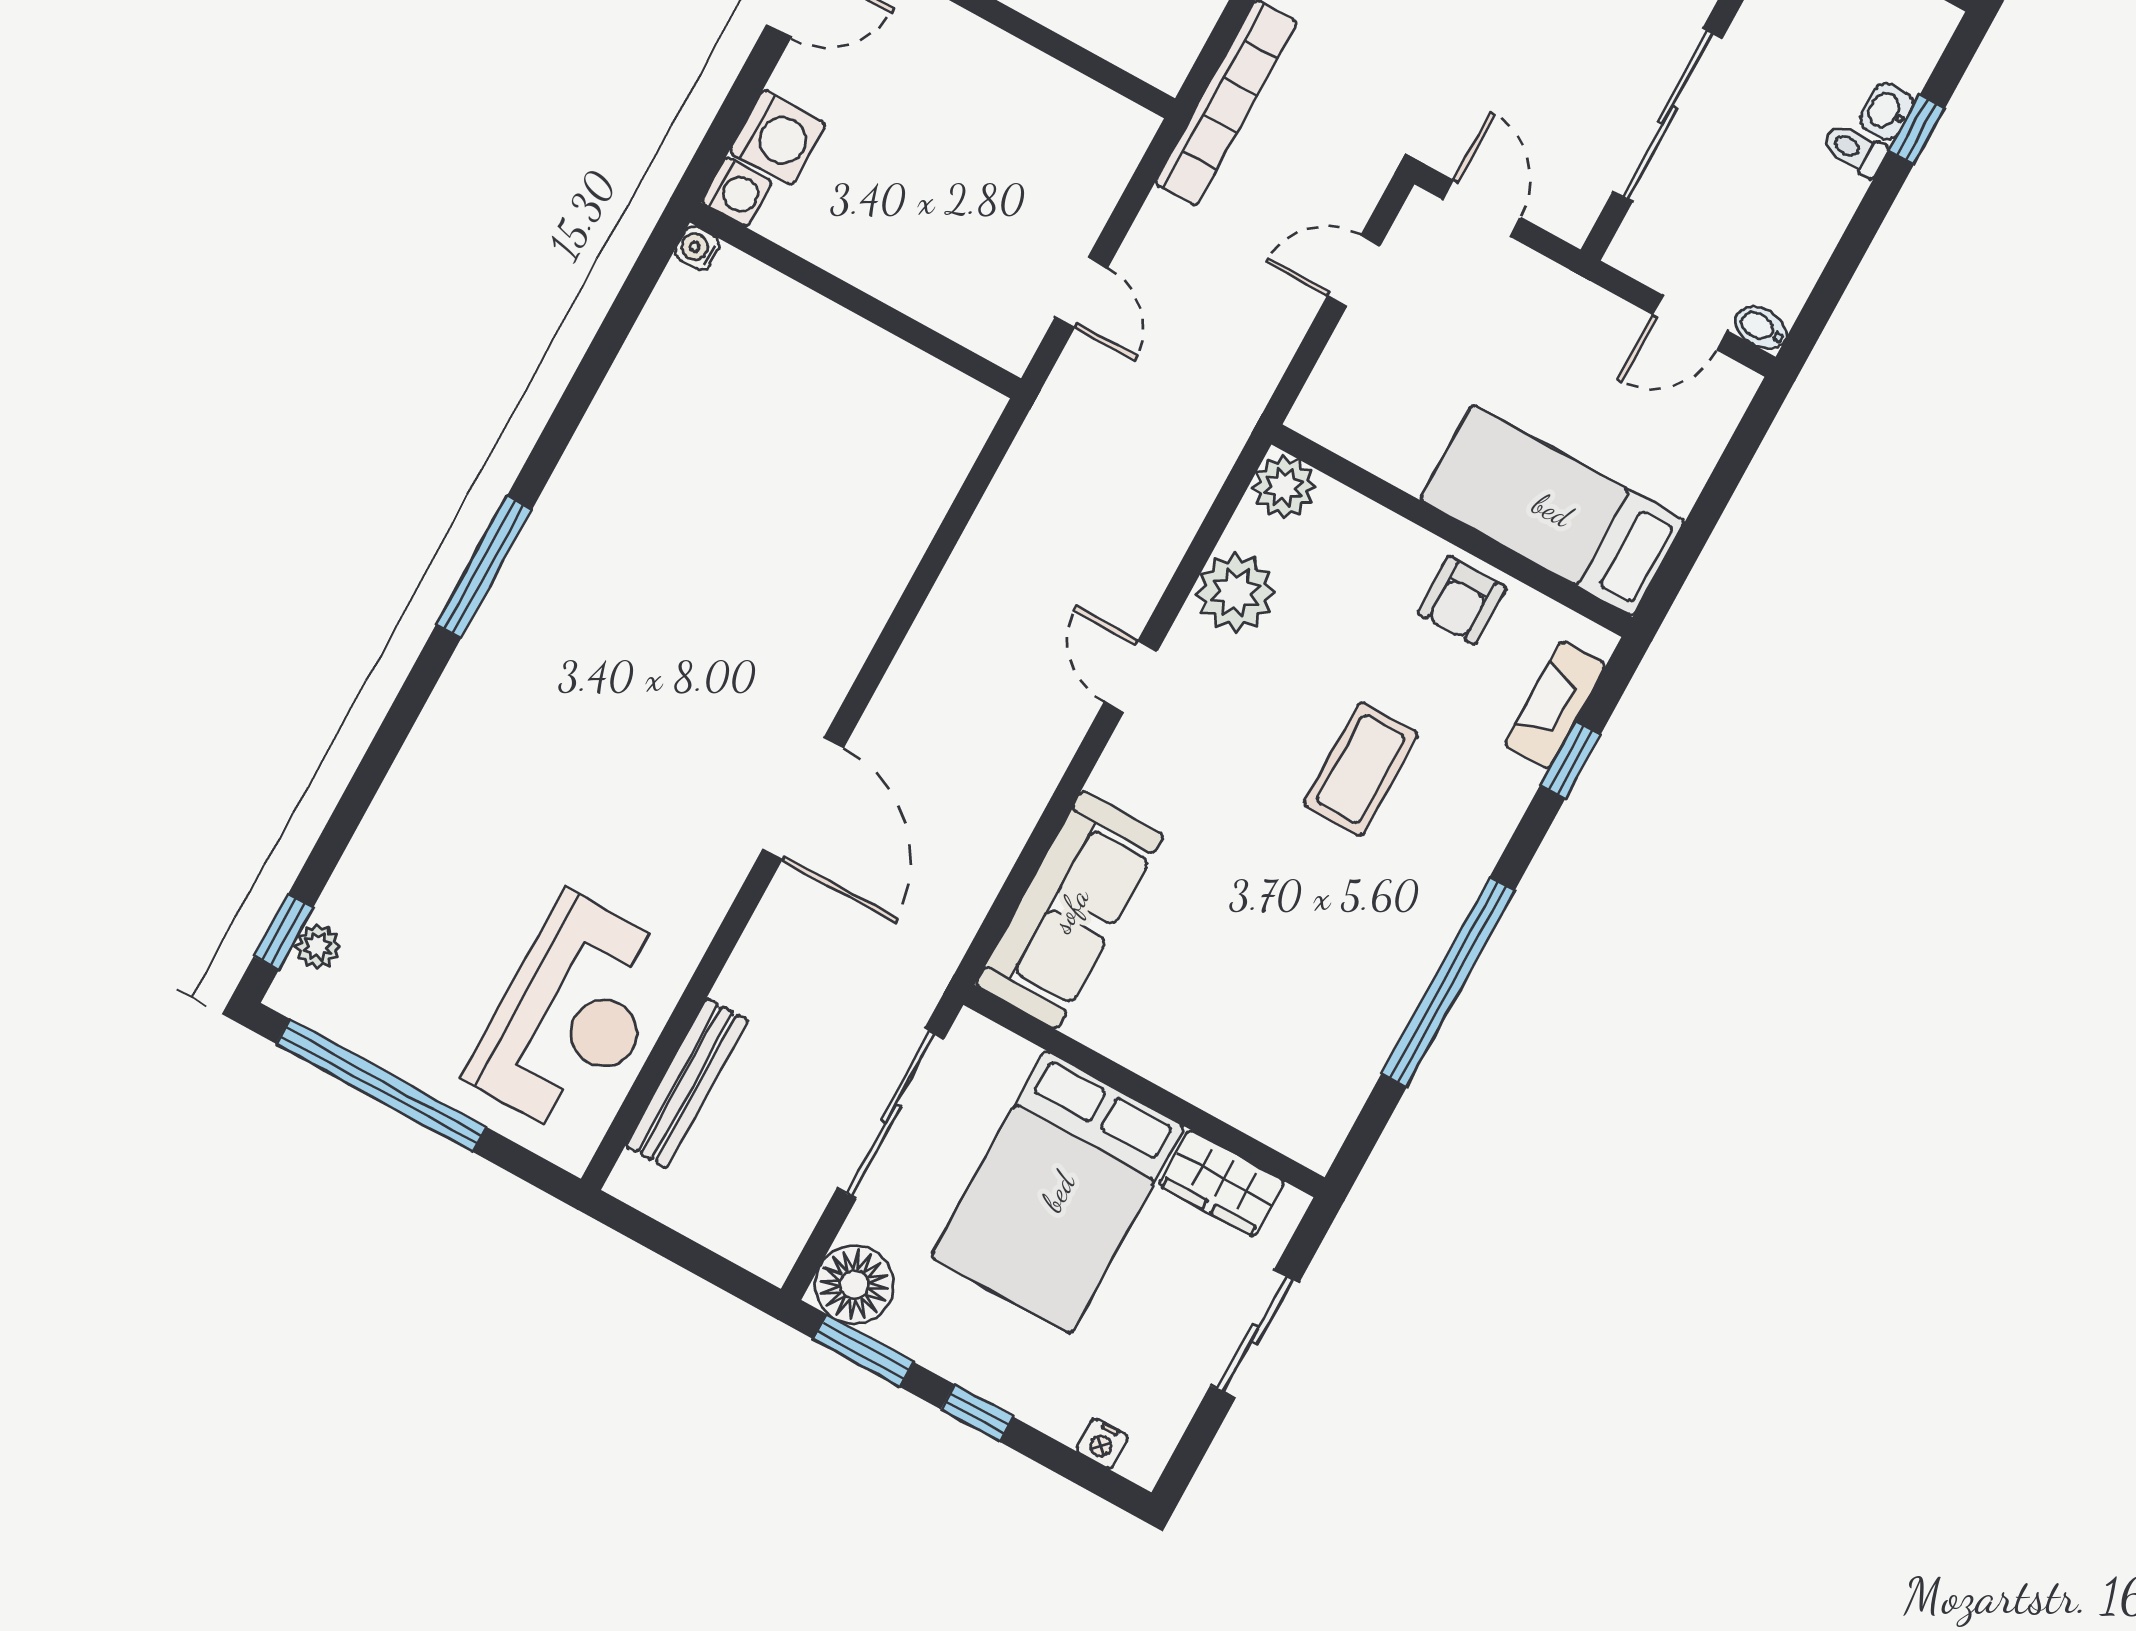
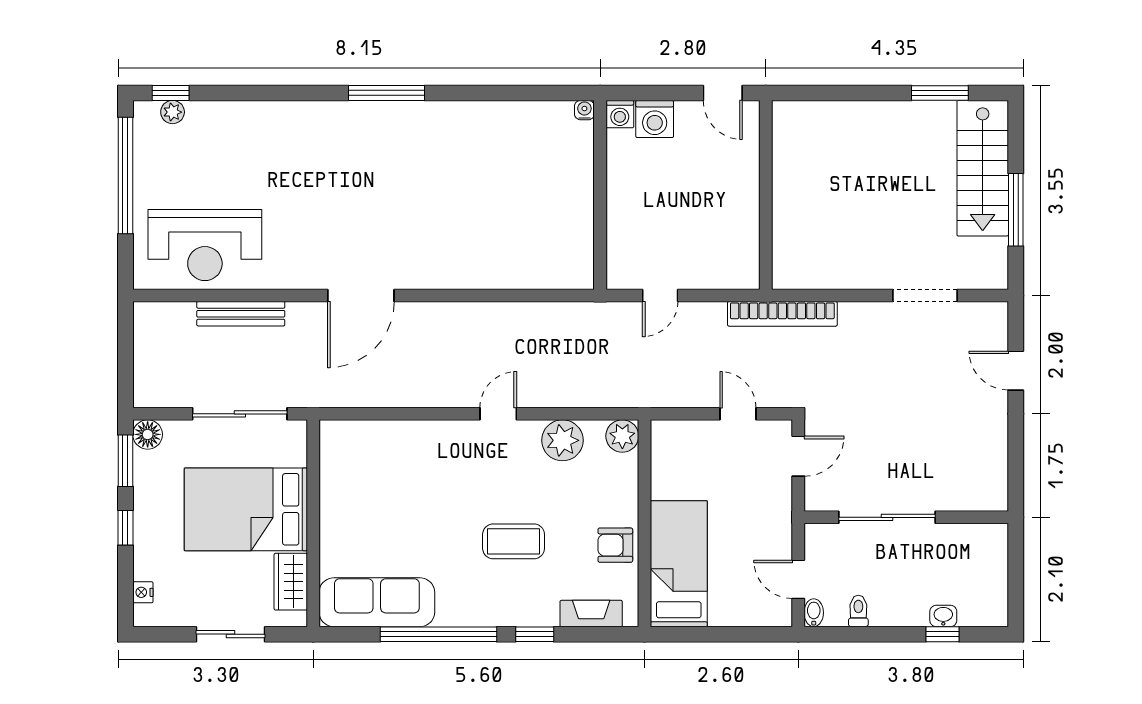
toilet: (1854, 150) -> (858, 611), moved
window: (1570, 760) -> (535, 634), moved
sofa: (1070, 910) -> (377, 602), moved, turned 180
bench: (687, 1083) -> (241, 314), moved
floor lamp: (854, 1284) -> (148, 434), width x0.73, depth x0.73

